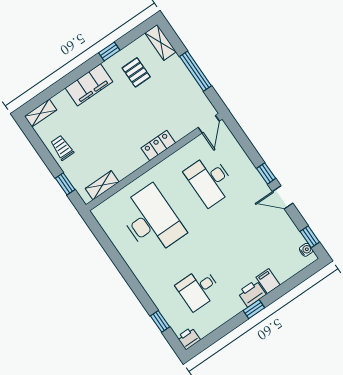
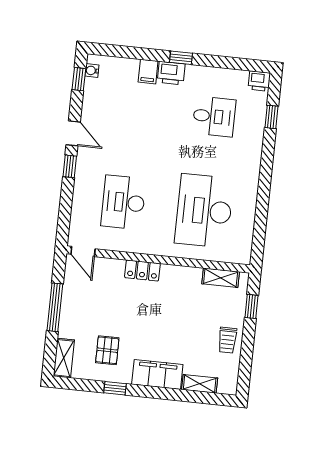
shelving: (41, 113) -> (200, 384), moved
door: (209, 124) -> (83, 251), swing flipped
desk: (210, 180) -> (123, 202), turned 180

